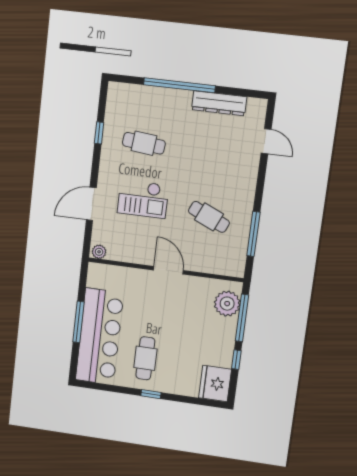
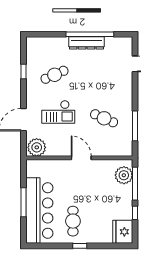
window: (179, 85) -> (90, 34), moved
dresser: (219, 103) -> (87, 43), moved
cafe table: (144, 143) -> (55, 75), turned -30
plant: (99, 252) -> (37, 147), width x1.87, depth x1.87

